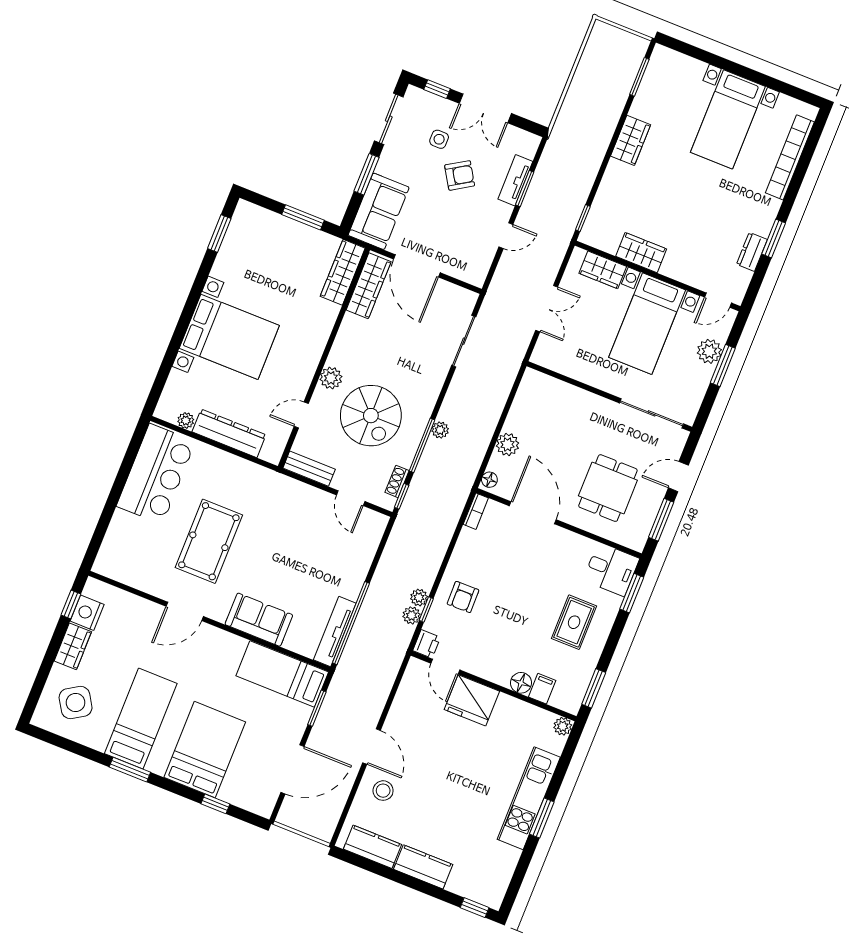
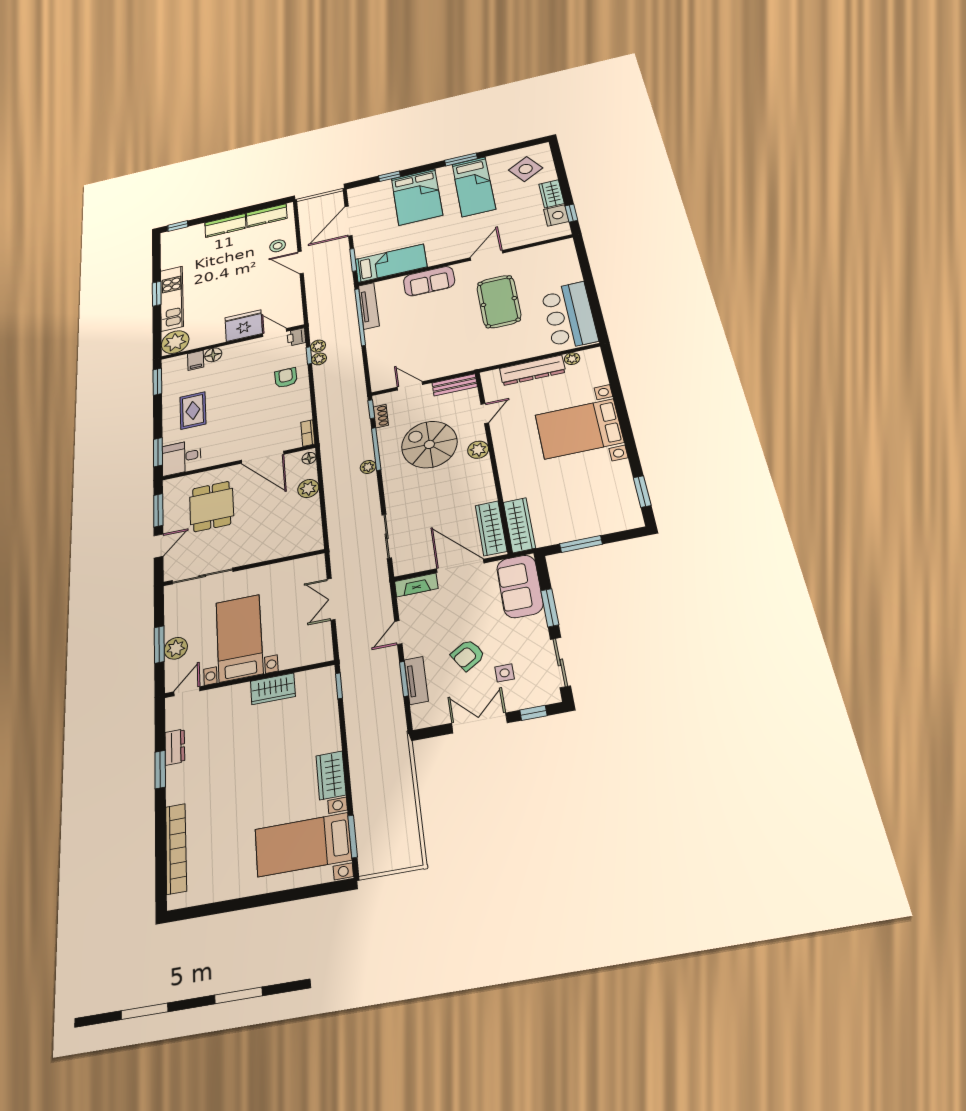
bed with nightstands: (728, 119) -> (303, 845), moved, turned -90
wardrobe: (603, 270) -> (299, 656), removed
fireplace: (465, 272) -> (416, 585), added
plant: (563, 726) -> (175, 342), width x1.87, depth x1.87

